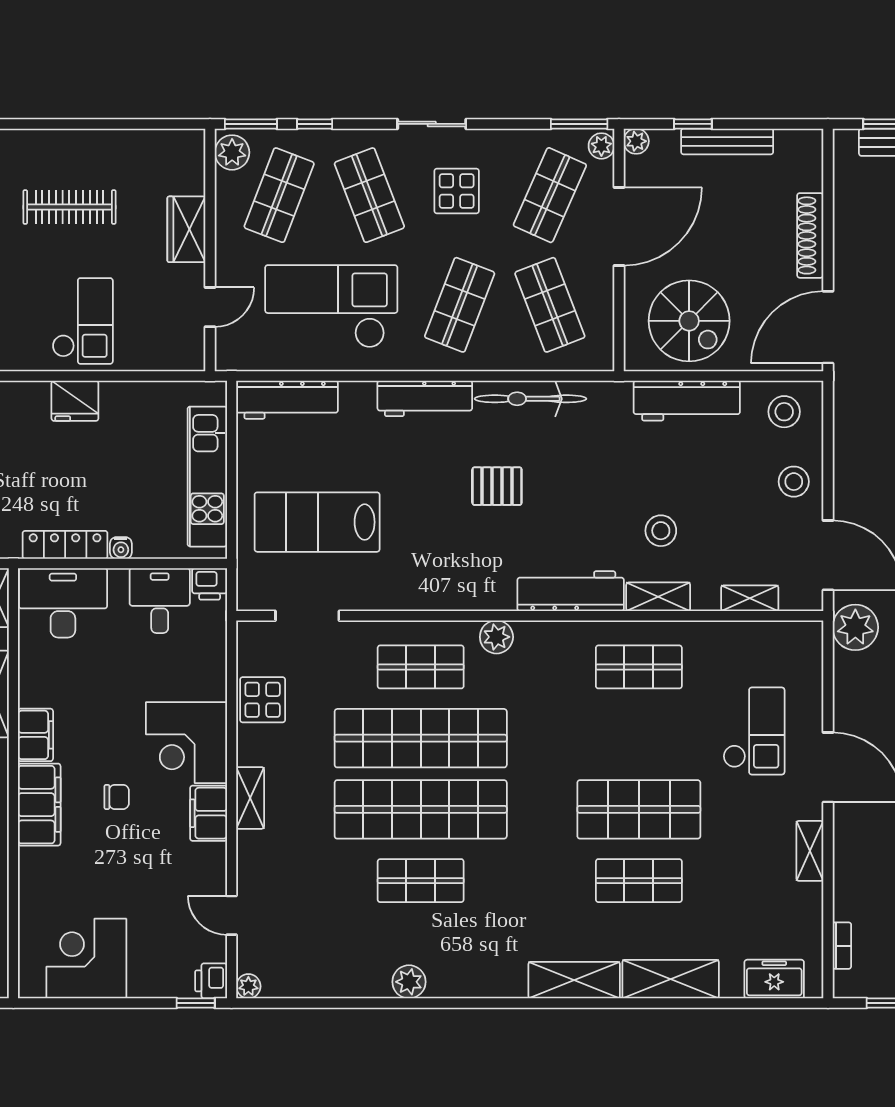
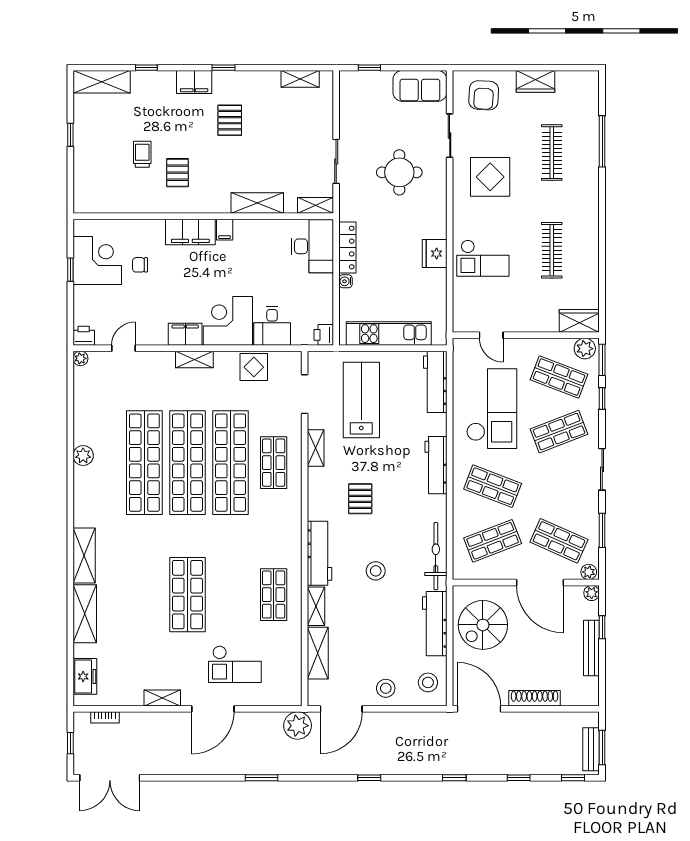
window: (579, 124) -> (602, 530), moved
display table: (457, 191) -> (561, 484), removed
wardrobe: (186, 229) -> (579, 321), moved
bicycle: (531, 399) -> (436, 556), moved
pallet: (497, 486) -> (360, 499), moved
stool: (661, 531) -> (376, 571), moved
shelving: (396, 597) -> (316, 448), added
shelving: (750, 598) -> (318, 653), width x1.50, depth x1.33
desk: (160, 601) -> (272, 326), moved, turned 90
plant: (496, 637) -> (292, 508), removed
filing cabinet: (35, 735) -> (225, 230), width x0.50
chair: (117, 797) -> (140, 265), moved, turned 90
shop shelf: (421, 881) -> (144, 463), width x2.00, depth x1.36
shop shelf: (639, 881) -> (144, 595), removed
window: (196, 1003) -> (70, 270), moved

